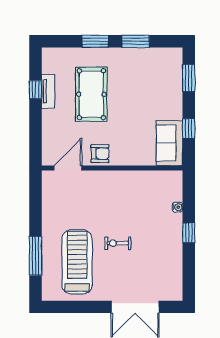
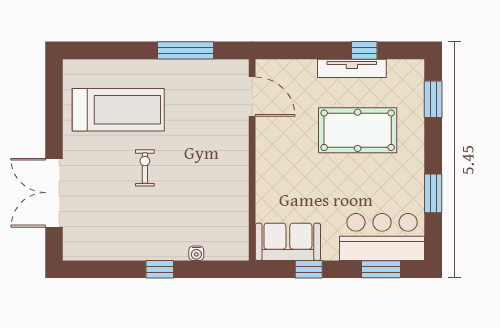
window: (95, 41) -> (433, 99), moved
bar counter: (166, 77) -> (382, 237), added
tv unit: (48, 91) -> (352, 68), width x1.41
armchair: (100, 154) -> (273, 142), removed
window: (35, 256) -> (186, 50), moved

